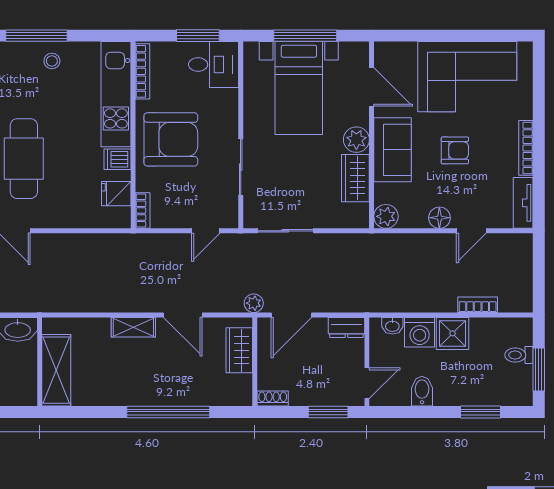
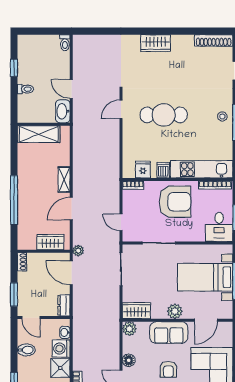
stool: (52, 61) -> (222, 116), moved
armchair: (171, 139) -> (175, 202), turned -90
wardrobe: (355, 178) -> (136, 311), moved

